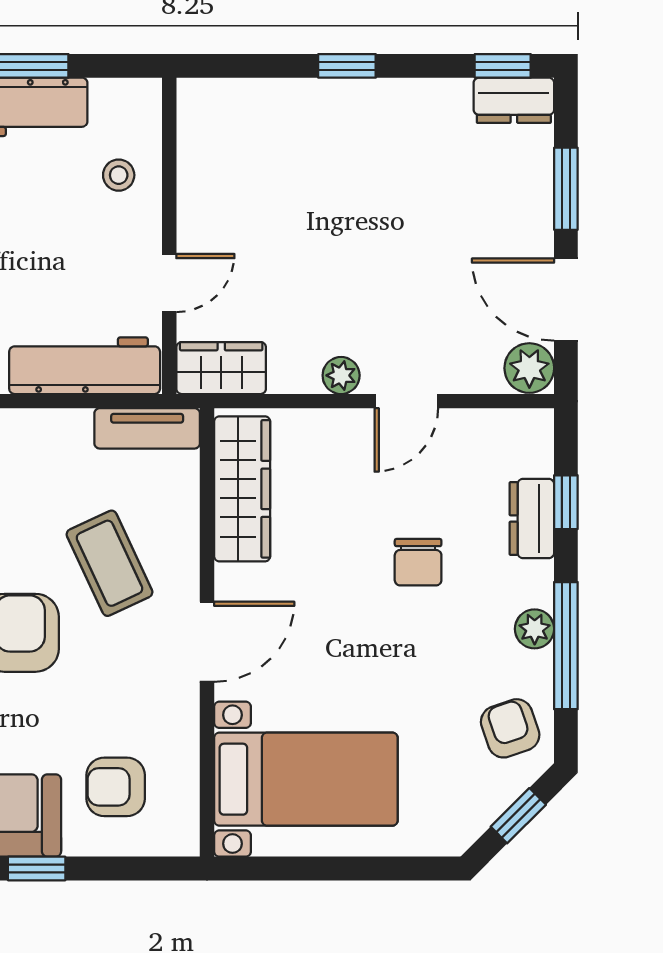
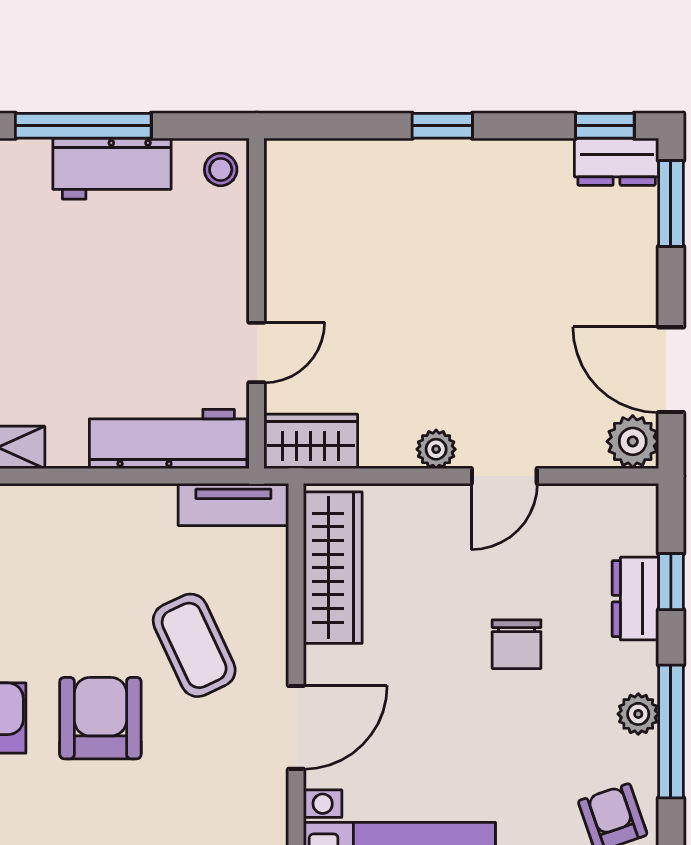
stool: (119, 175) -> (221, 169), moved
window: (566, 189) -> (671, 204), moved

